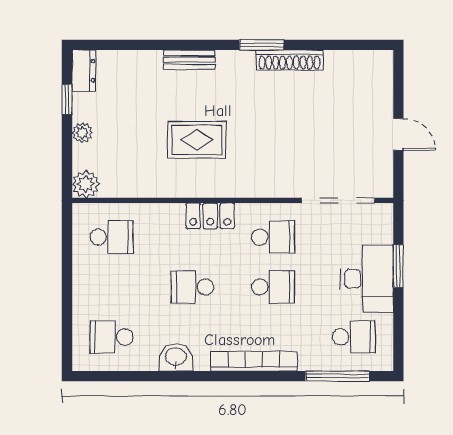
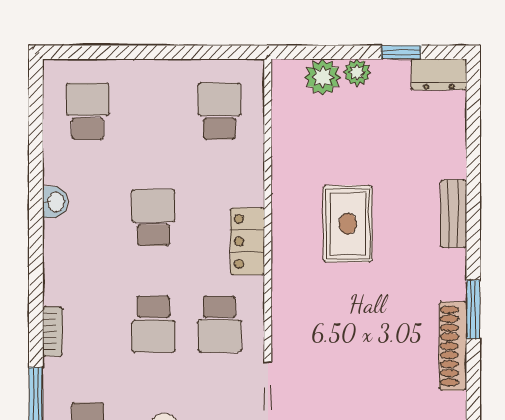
plant: (86, 184) -> (323, 77), moved
school desk: (112, 237) -> (219, 111), turned 180
washbasin: (176, 357) -> (55, 202), width x0.72, depth x0.69
bookcase: (254, 361) -> (52, 332), width x0.43, depth x0.76

